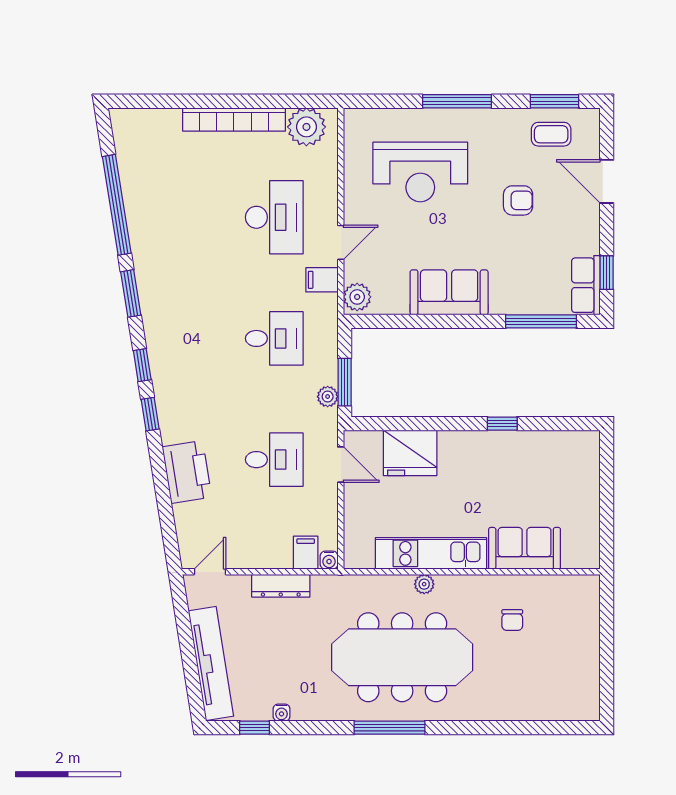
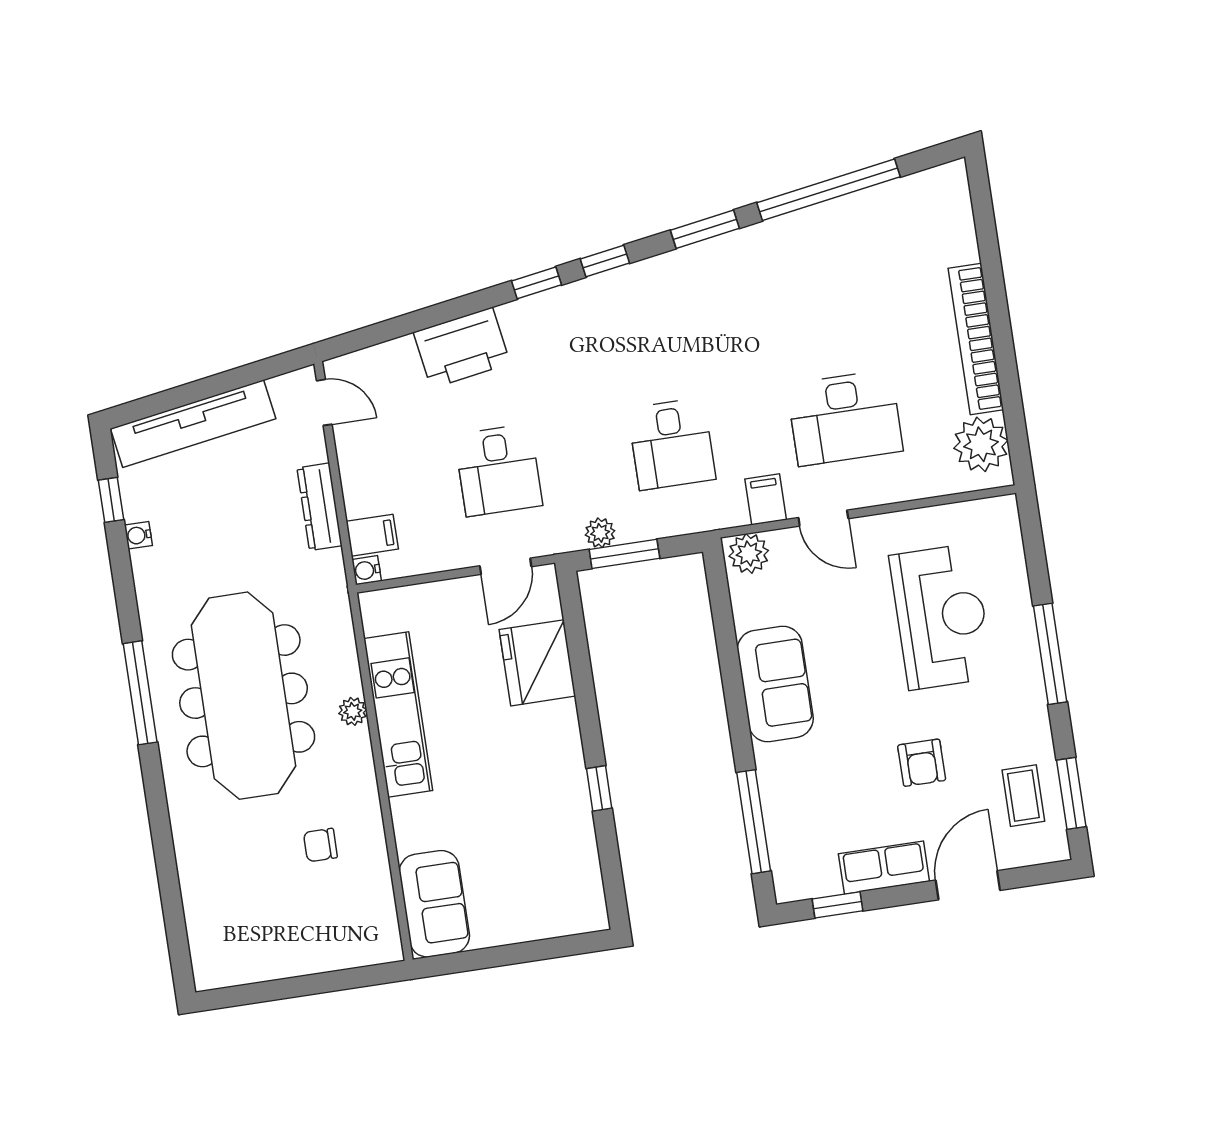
reception desk: (420, 172) -> (941, 617), turned 180
row of seats: (586, 285) -> (884, 868), moved
sofa: (525, 548) -> (434, 904), moved

